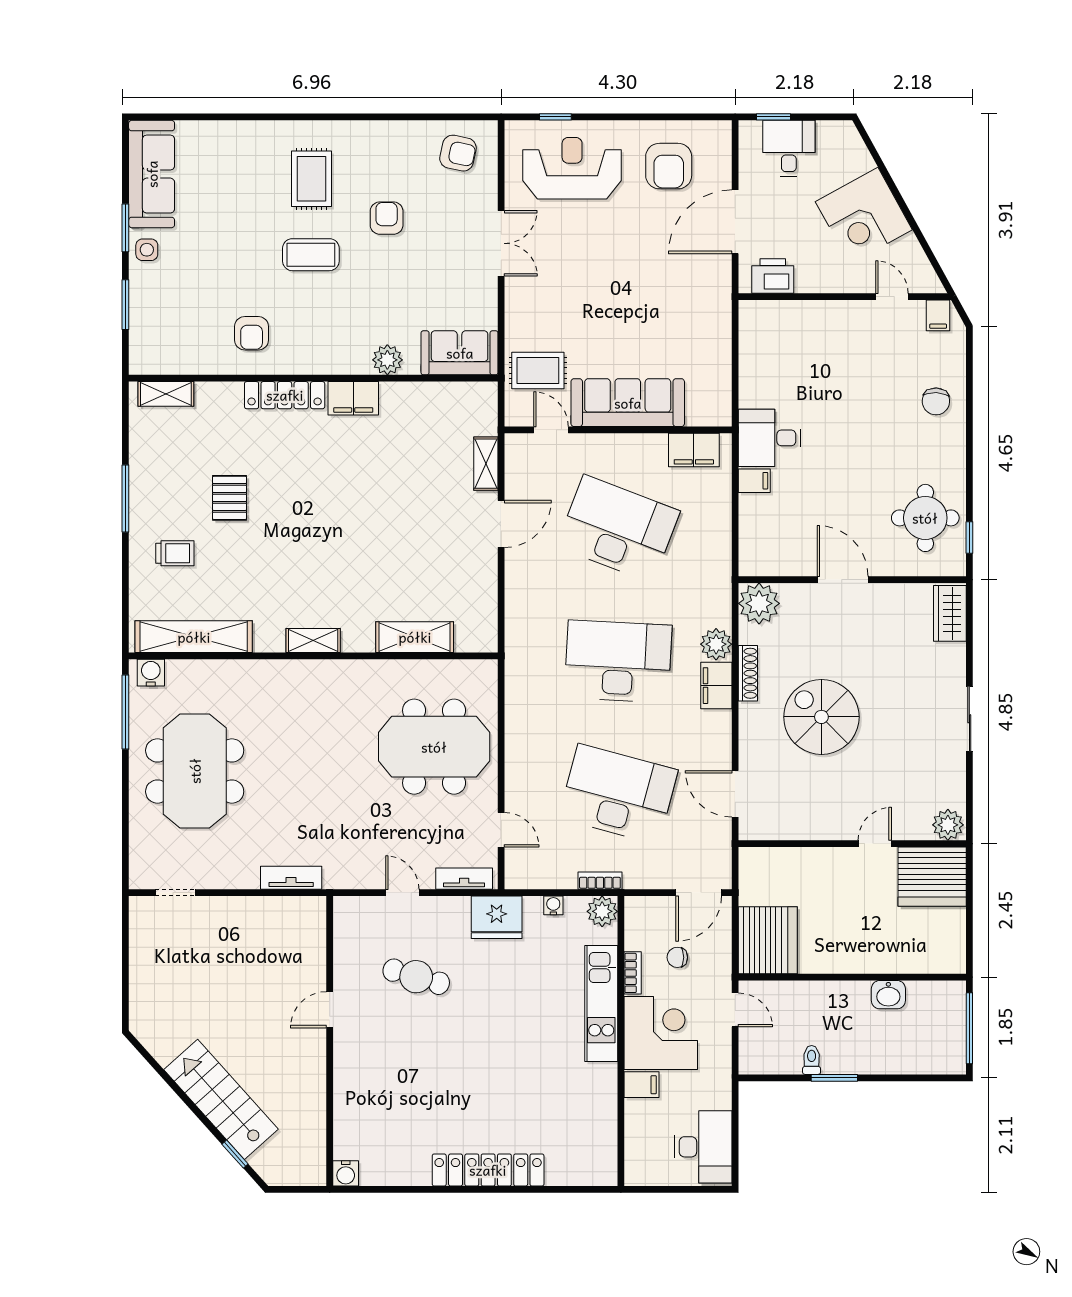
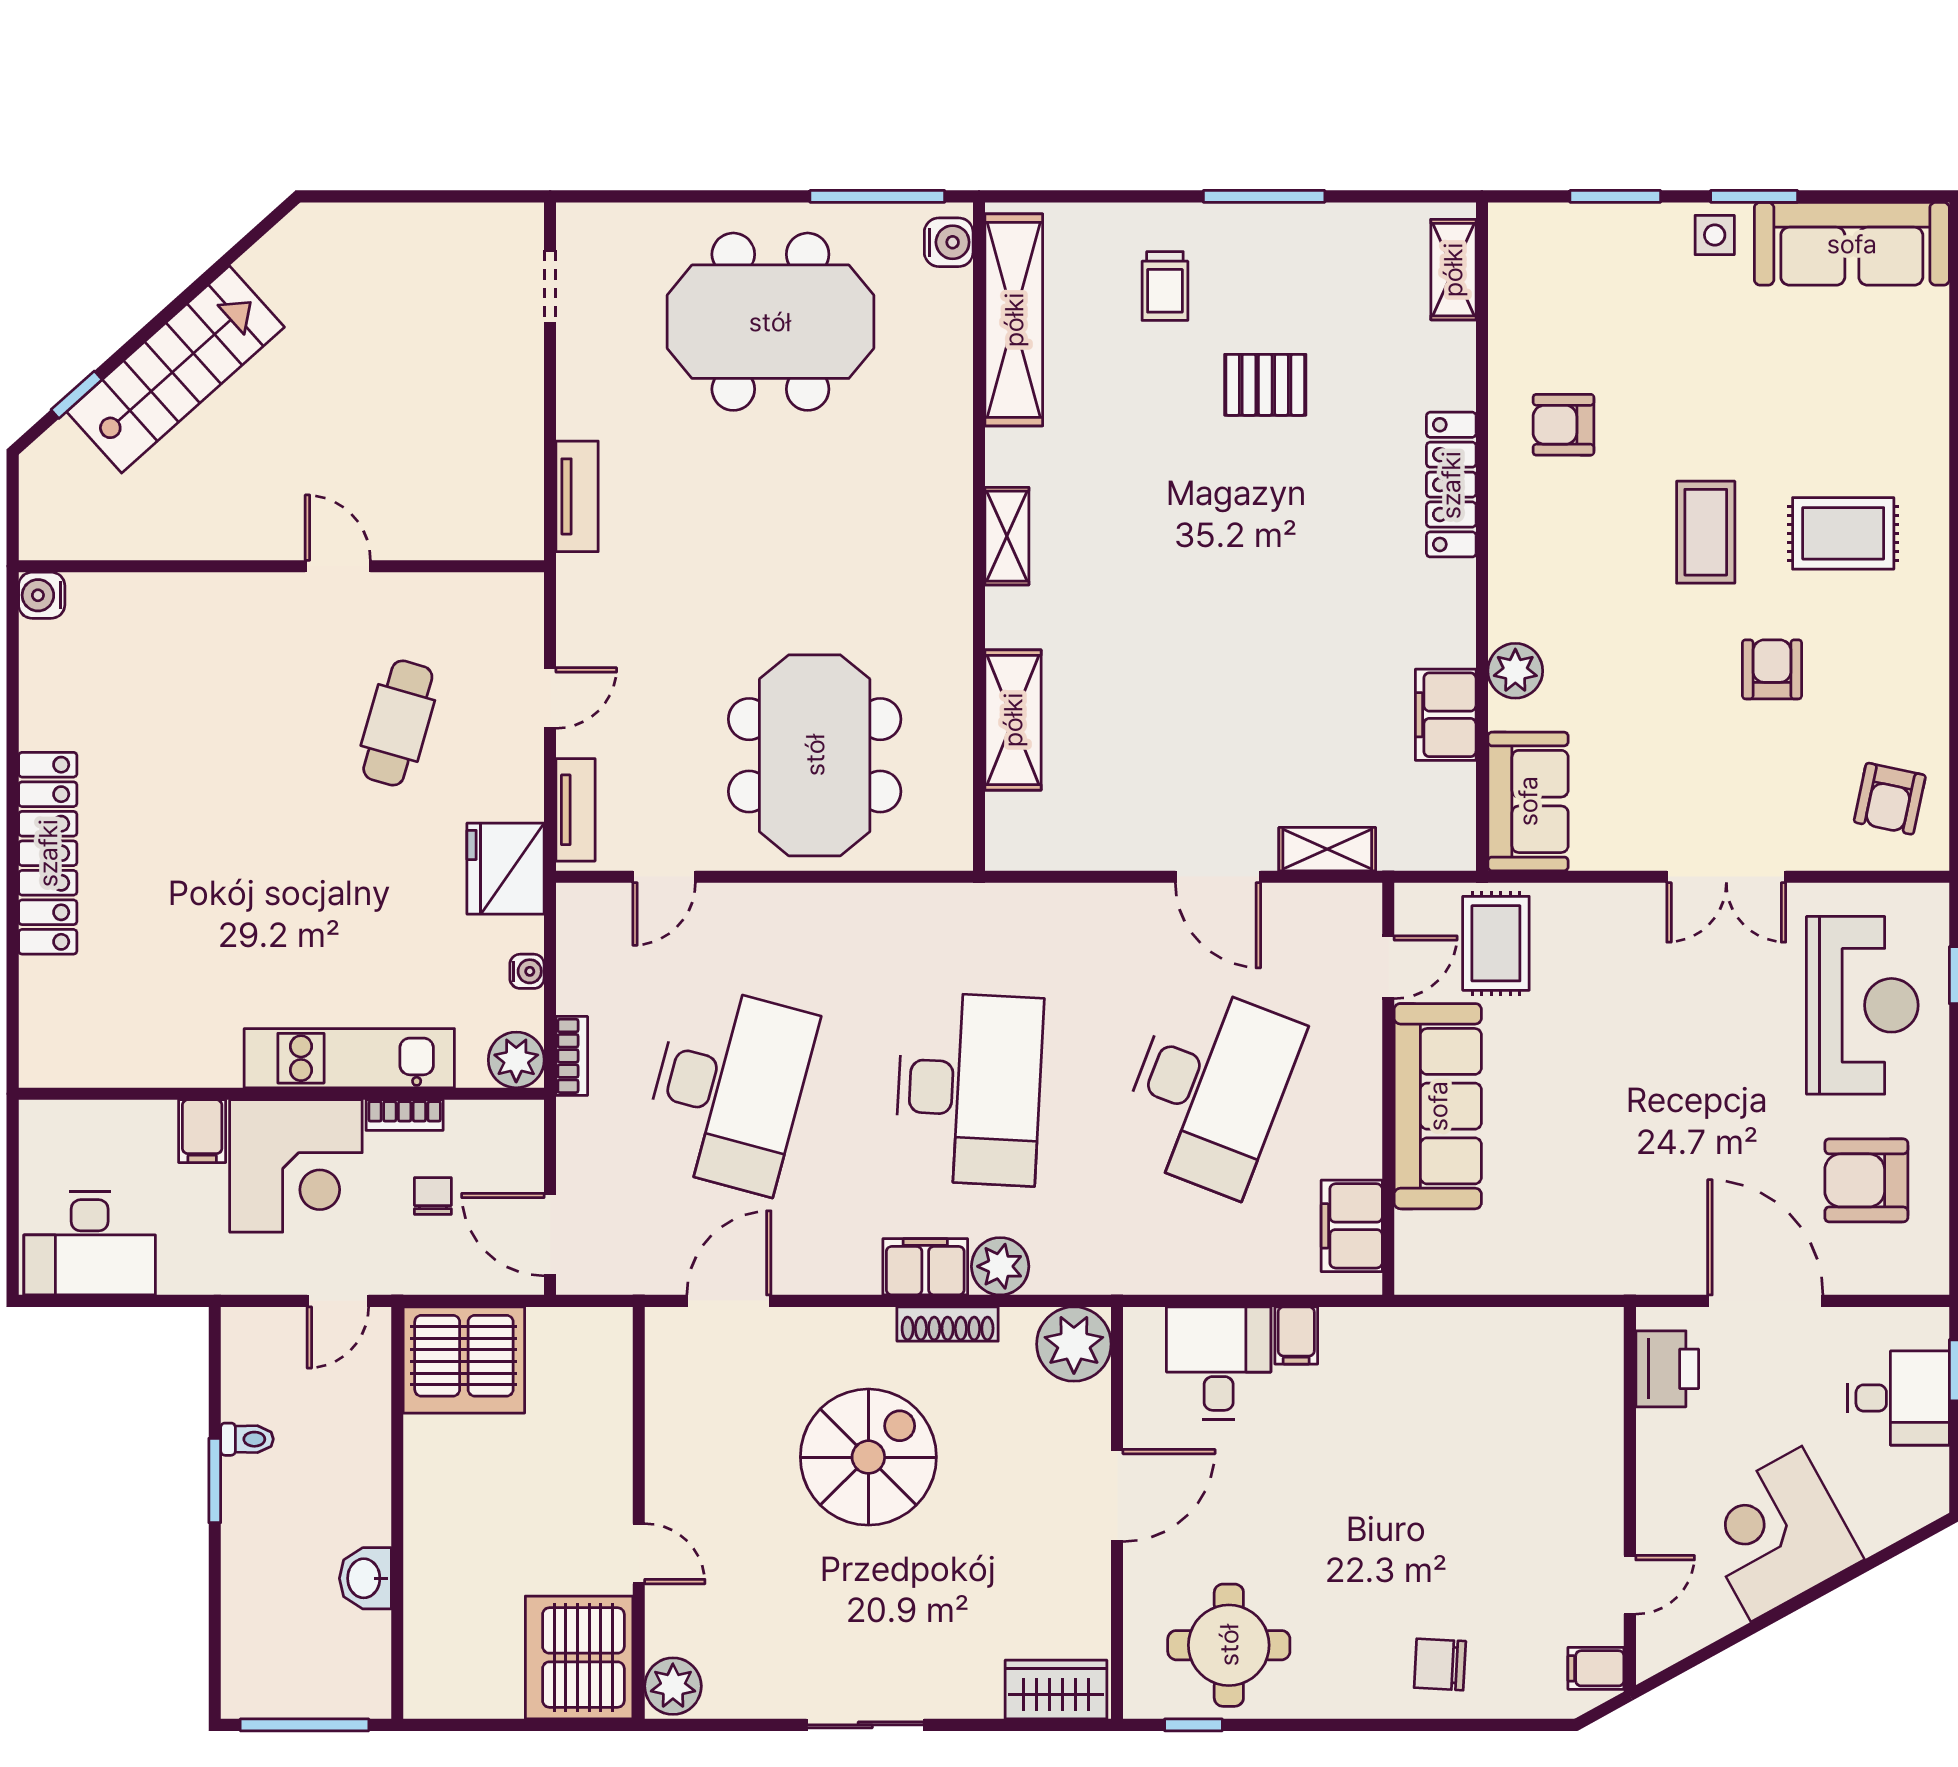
armchair: (387, 218) -> (1772, 669), turned -90
filing cabinet: (353, 398) -> (1446, 715), moved
desk: (770, 438) -> (1219, 1363), moved

